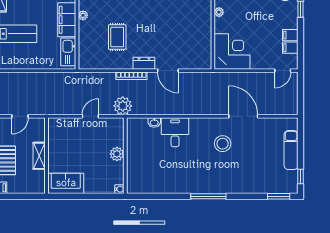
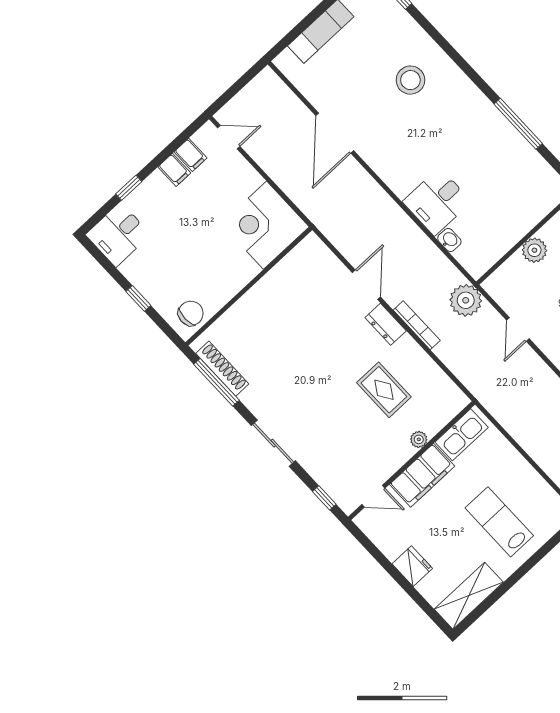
plant: (219, 12) -> (230, 289), removed
plant: (83, 15) -> (419, 439), moved
rug: (117, 37) -> (384, 390), turned 90
door: (90, 116) -> (518, 329), hinge flipped
stool: (223, 144) -> (410, 80), moved
window: (208, 196) -> (518, 124), moved

